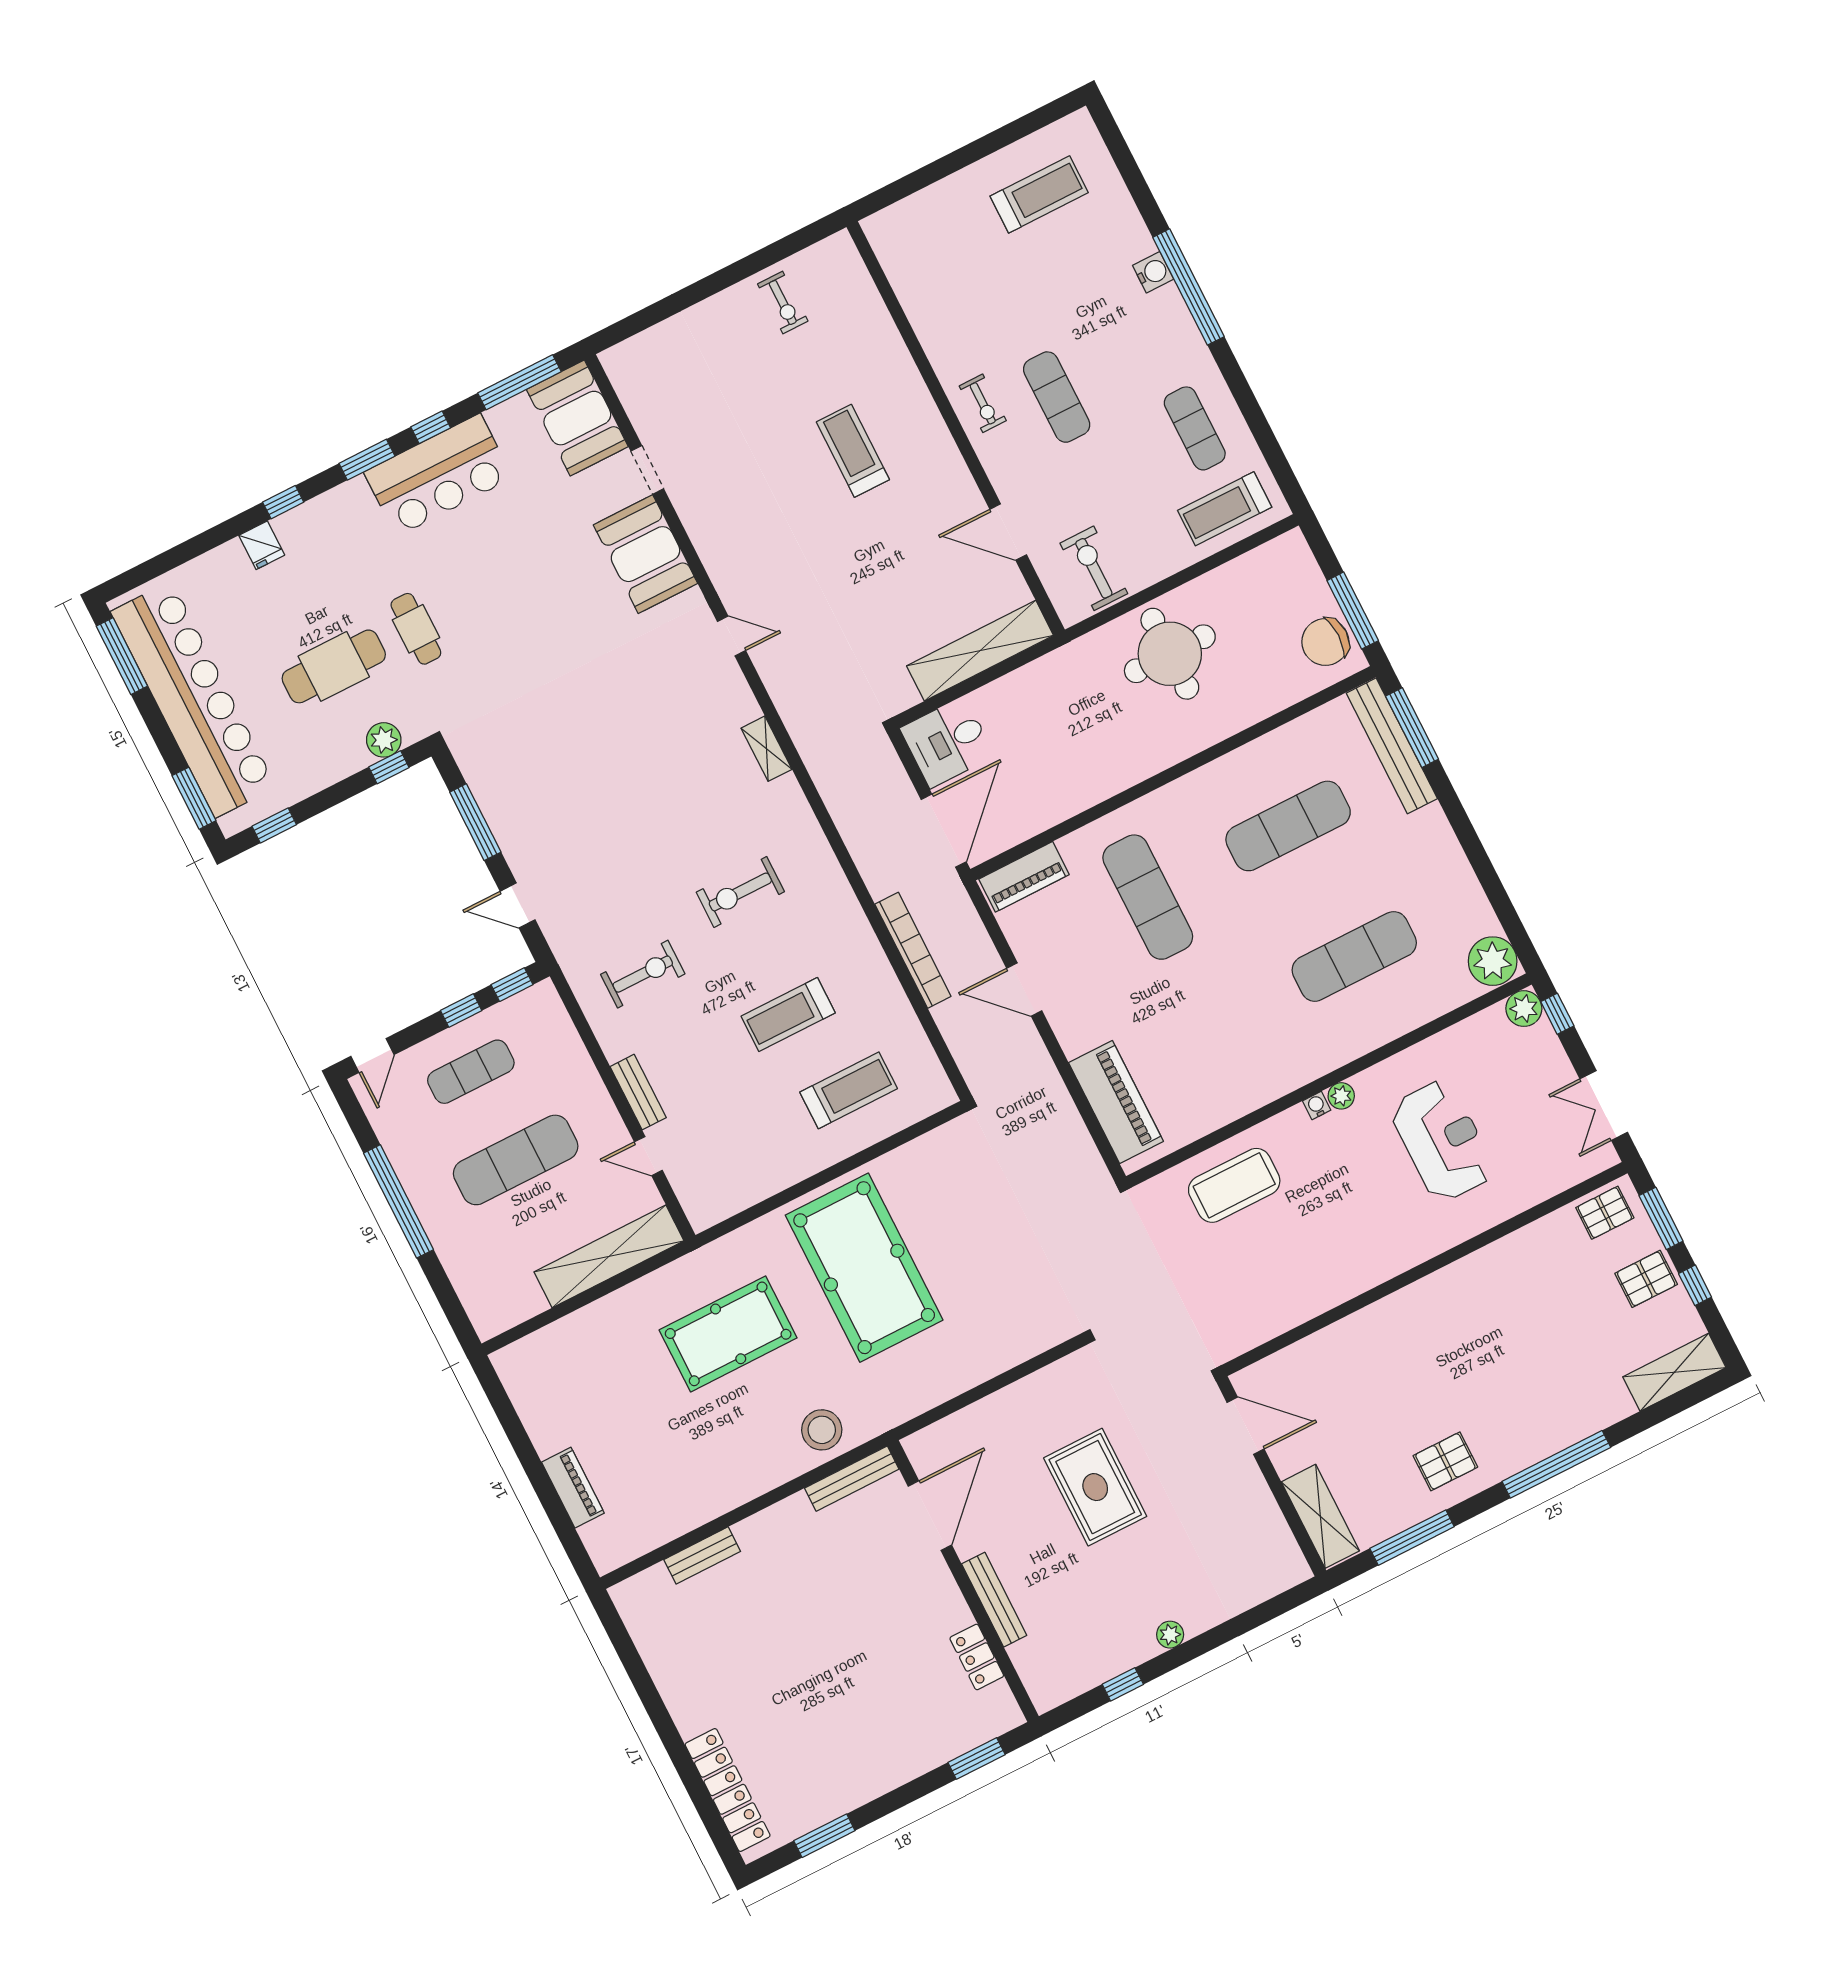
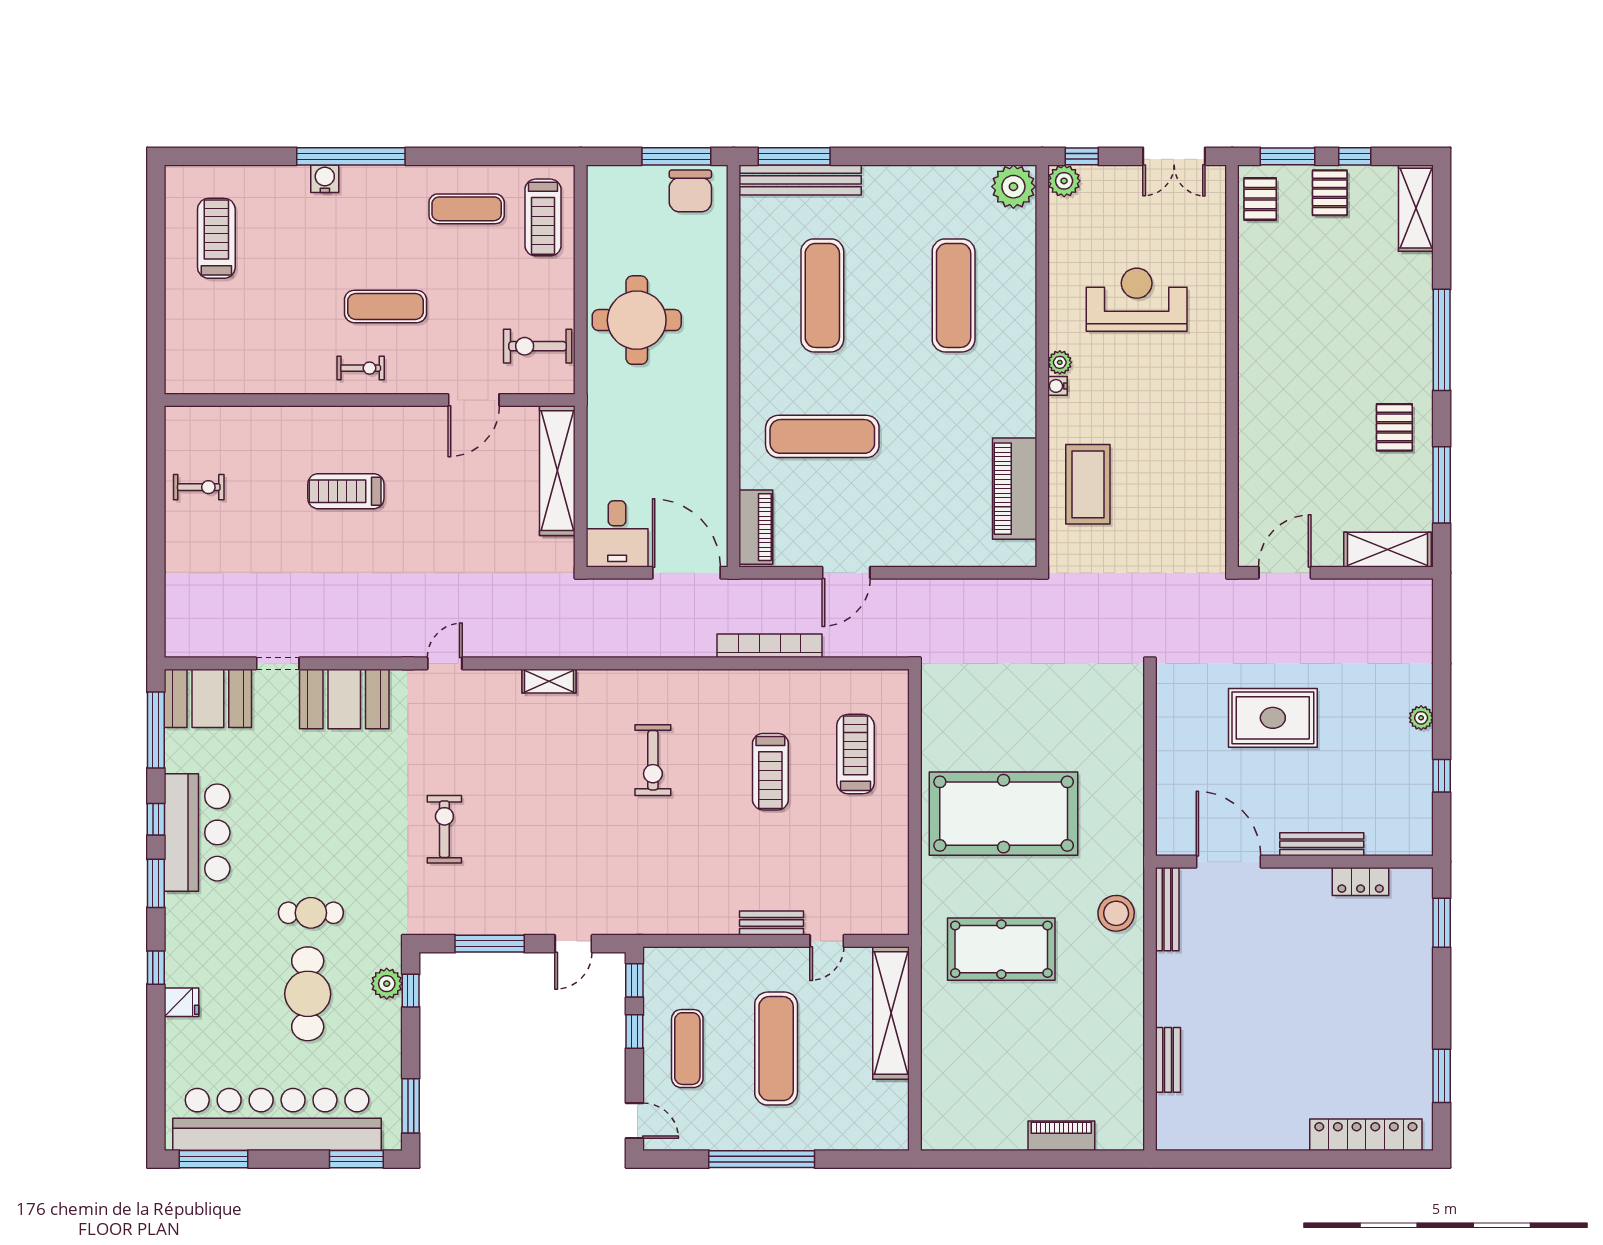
window: (274, 825) -> (411, 1106), width x1.50
exercise bike: (643, 974) -> (444, 829), moved
piano: (1116, 1102) -> (1015, 489), moved, turned -90
pool table: (728, 1334) -> (1001, 949), turned 90

